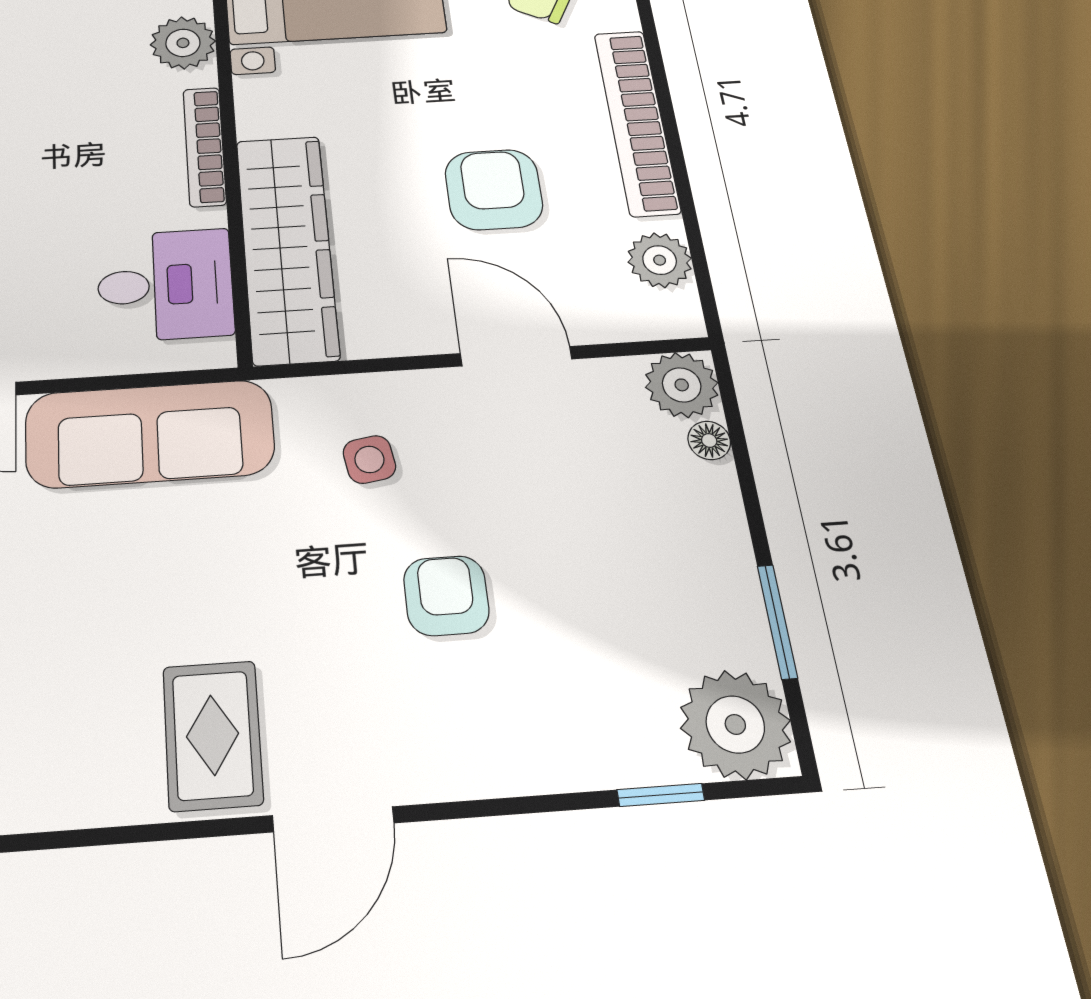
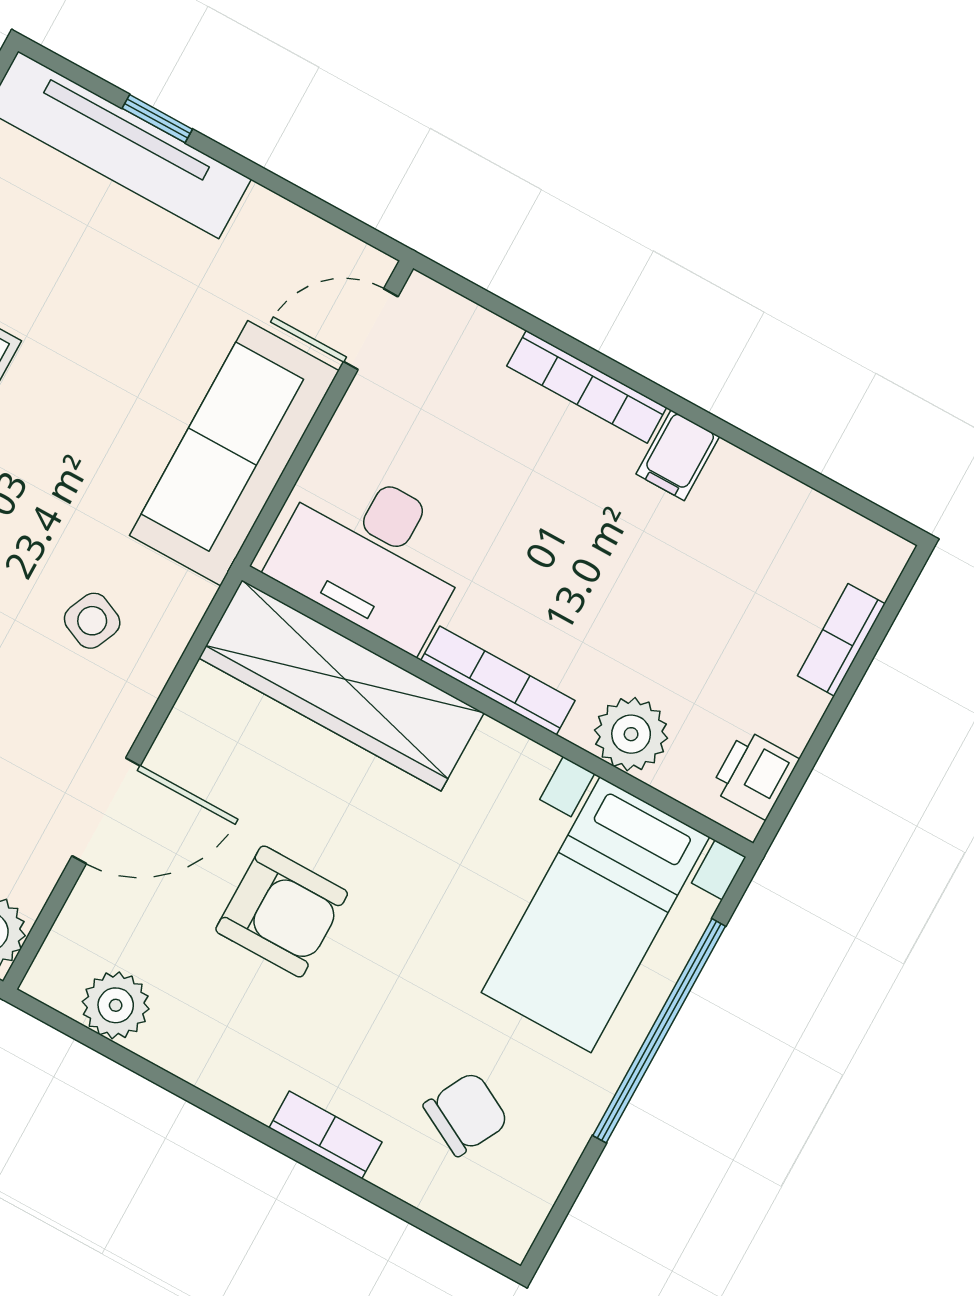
bookcase: (637, 122) -> (326, 1135), width x0.43, depth x0.76
desk: (165, 285) -> (372, 554), width x1.37
side table: (369, 459) -> (92, 621), turned 33

